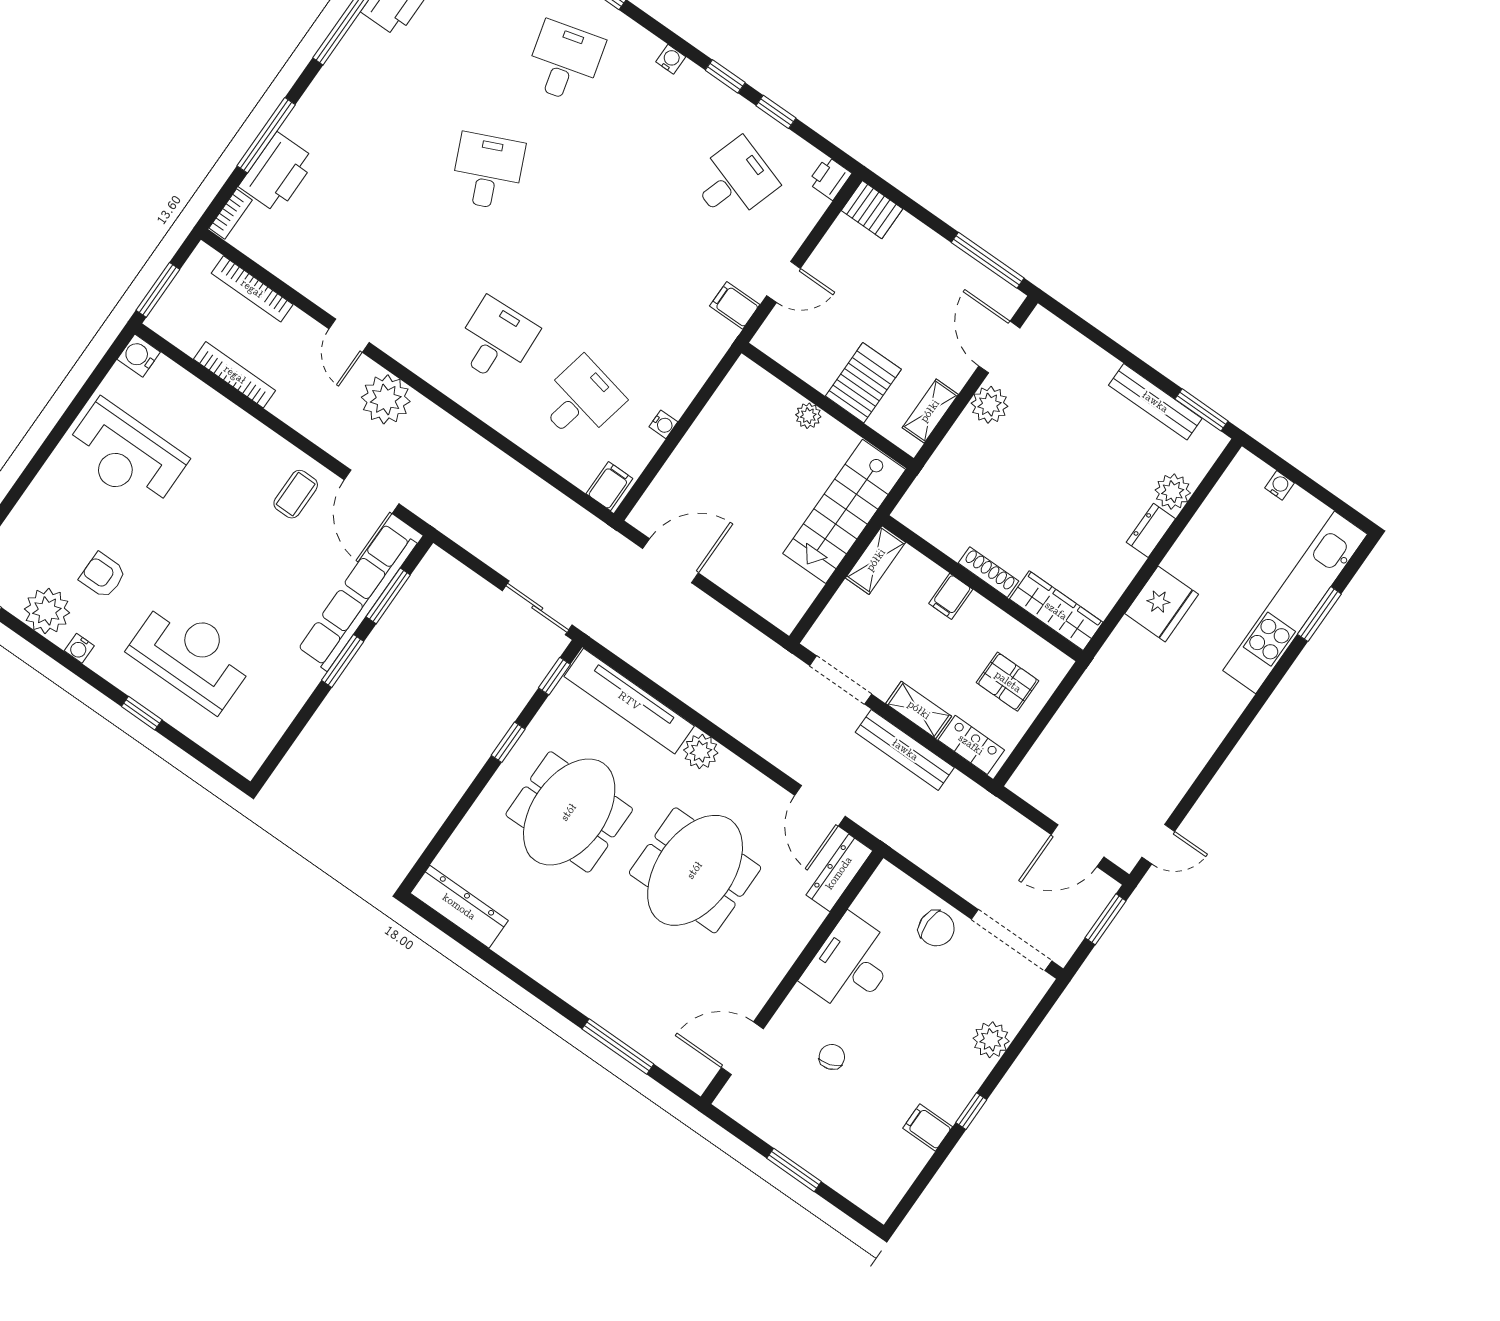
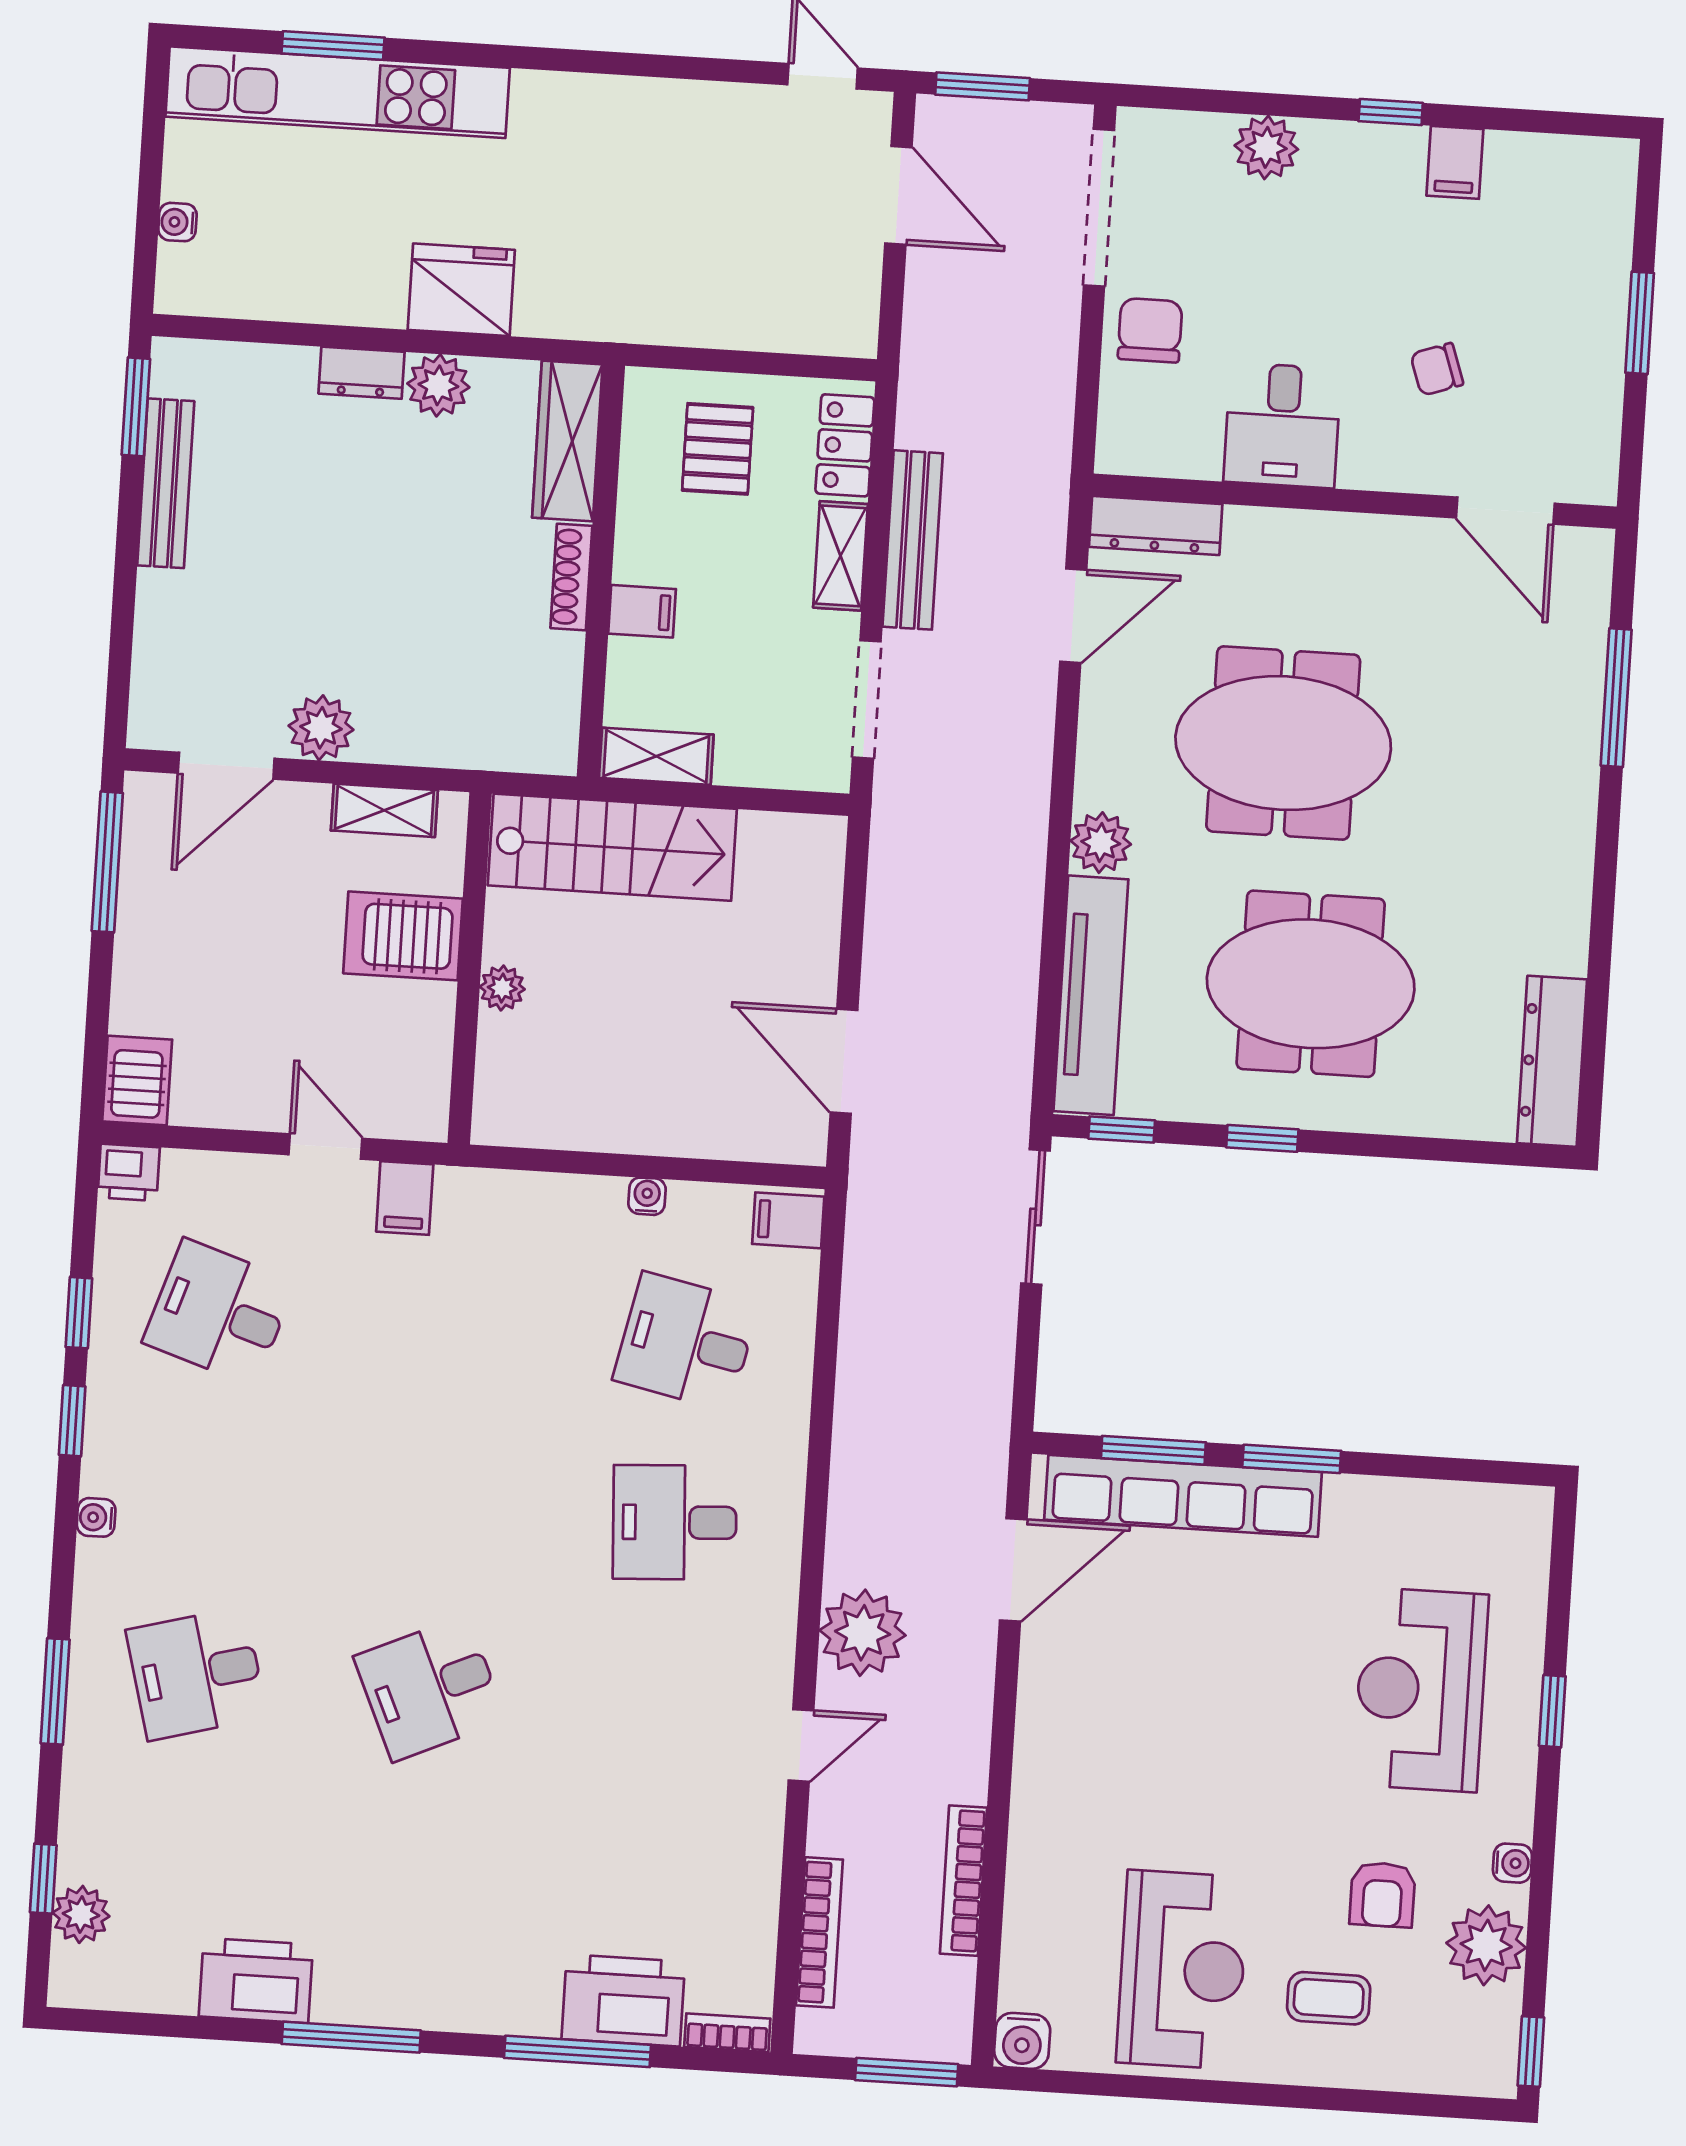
plant: (1173, 492) -> (438, 385), moved
coffee table: (296, 494) -> (1329, 1998), moved
desk: (851, 965) -> (1282, 425), width x0.73

